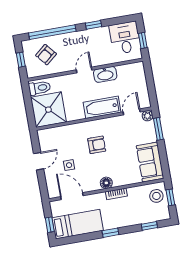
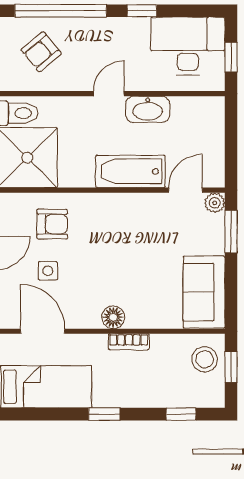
desk: (125, 38) -> (188, 46), width x1.37
armchair: (97, 145) -> (52, 224), moved

